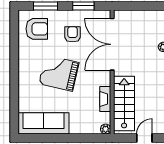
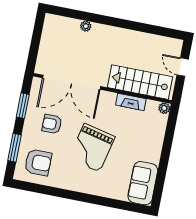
armchair: (37, 29) -> (38, 162), turned 90
sofa: (44, 123) -> (143, 183), width x0.73

